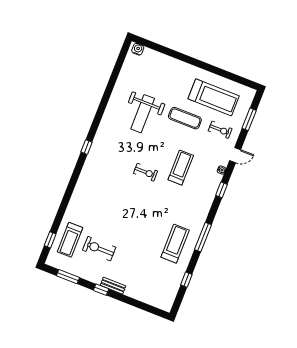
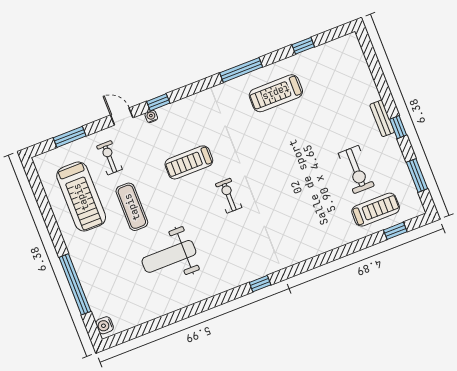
window: (172, 53) -> (75, 284), added
treadmill: (214, 97) -> (81, 197), turned 180
weight bench: (143, 114) -> (169, 256), turned 180
window: (222, 190) -> (158, 102), moved

